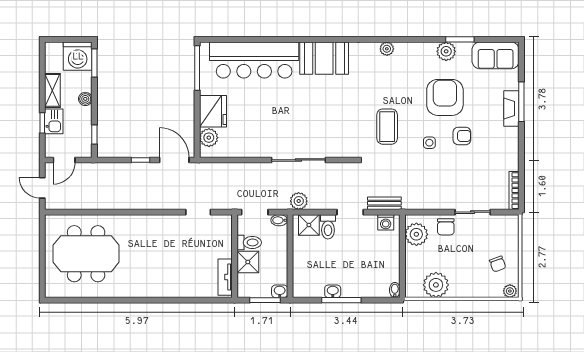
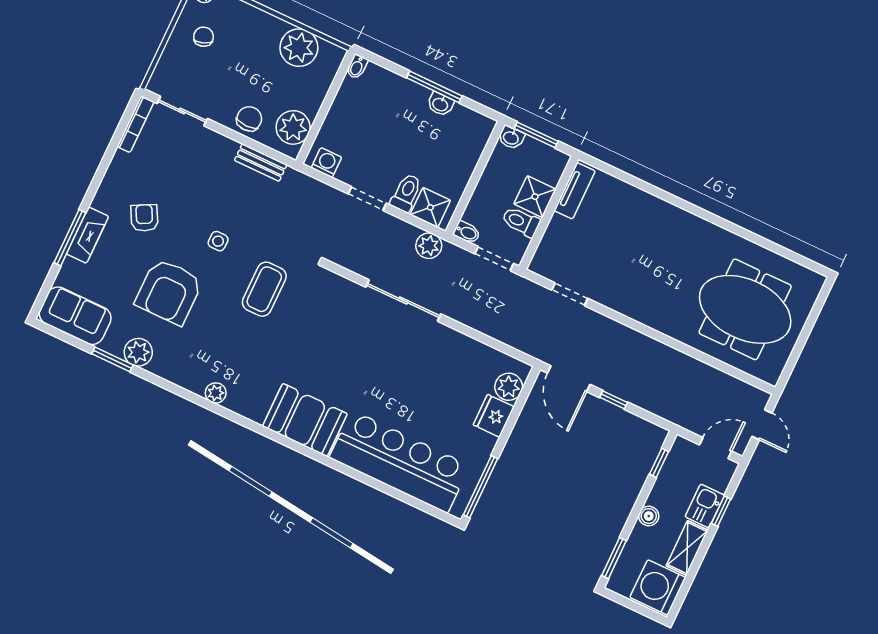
washing machine: (78, 56) -> (658, 587), moved, turned -90
fridge: (213, 111) -> (494, 416), width x0.73, depth x0.75
armchair: (462, 136) -> (144, 218), moved, turned 62
bench: (384, 203) -> (261, 163), moved
sliding door: (473, 212) -> (182, 111), moved

